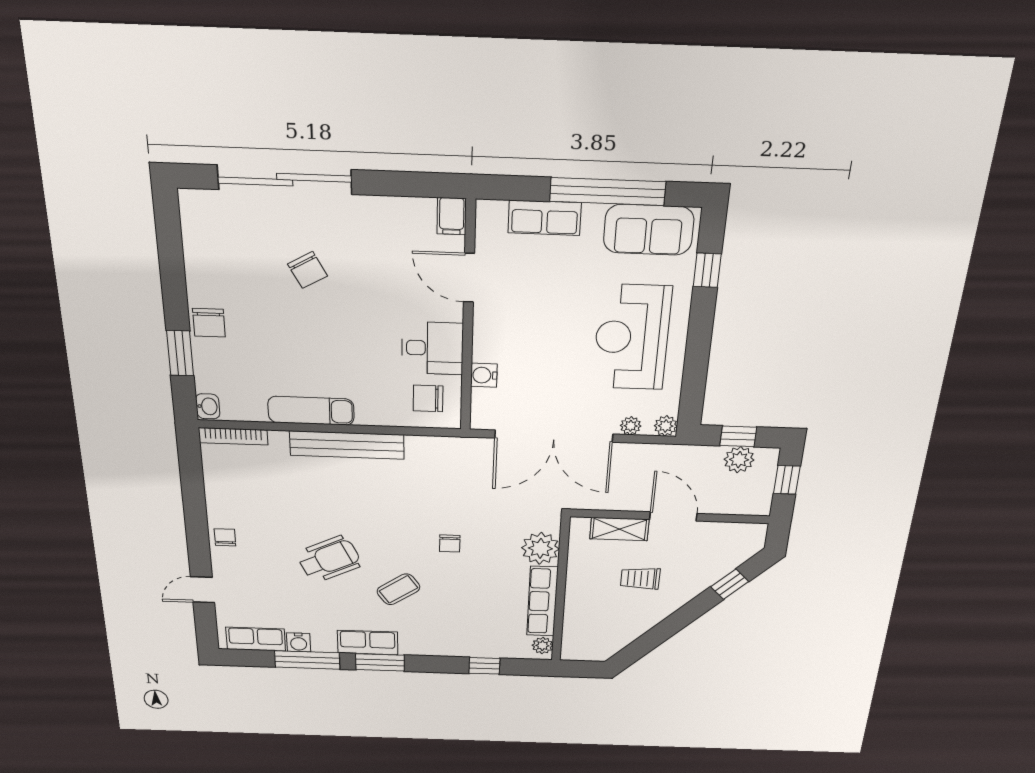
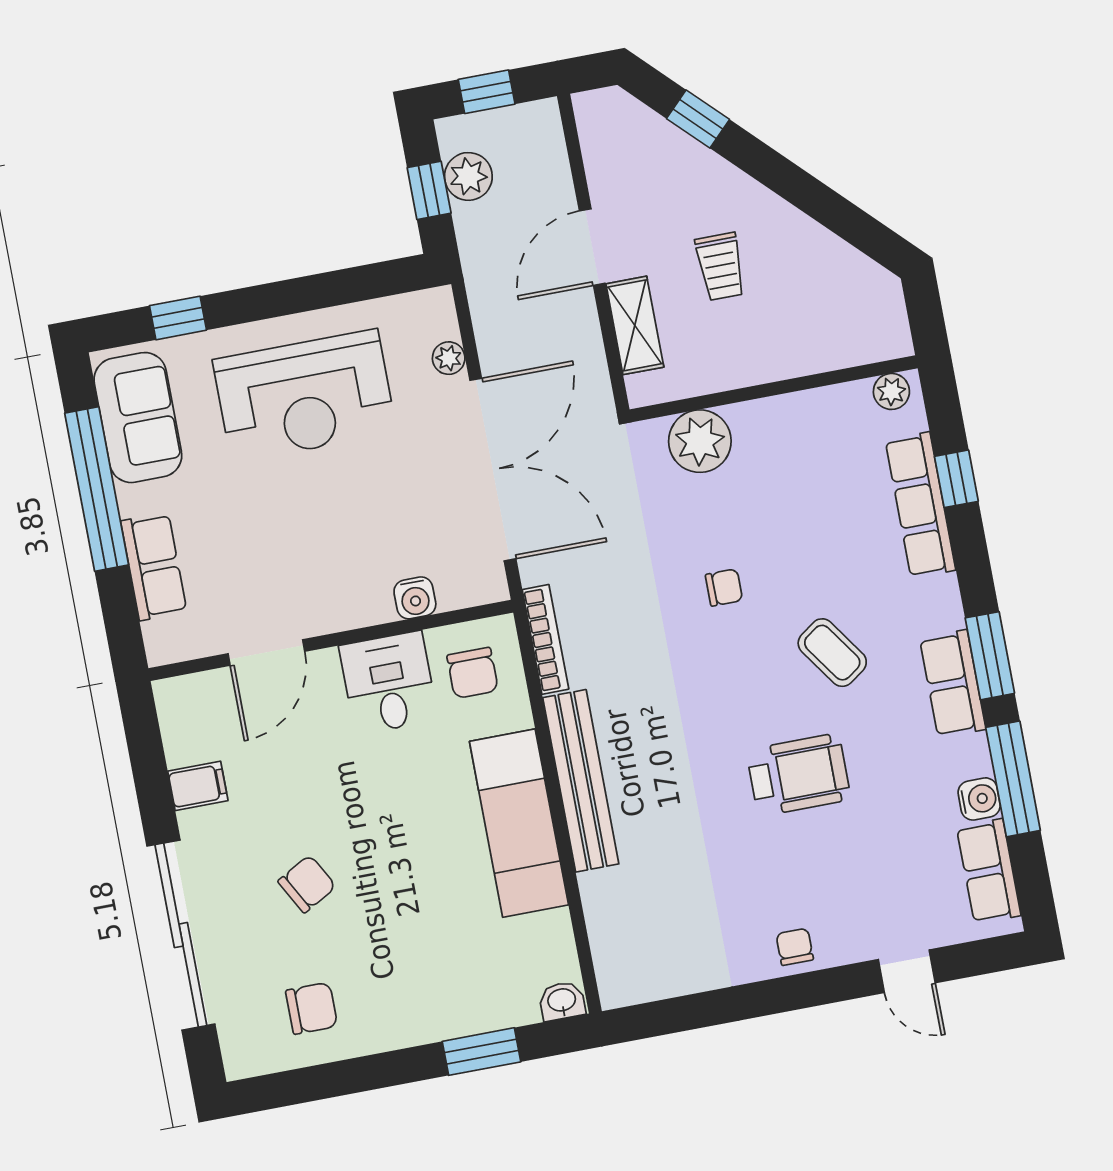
filing cabinet: (452, 216) -> (198, 786), moved
chair: (209, 323) -> (312, 1008), moved
exam couch: (311, 411) -> (519, 823), width x1.36, depth x1.45
plant: (666, 426) -> (437, 305), removed
bookcase: (233, 436) -> (545, 639), moved
chair: (225, 537) -> (795, 947), turned 90
wheelchair: (329, 559) -> (799, 775), turned 116
row of seats: (542, 601) -> (920, 505), moved, turned 90

